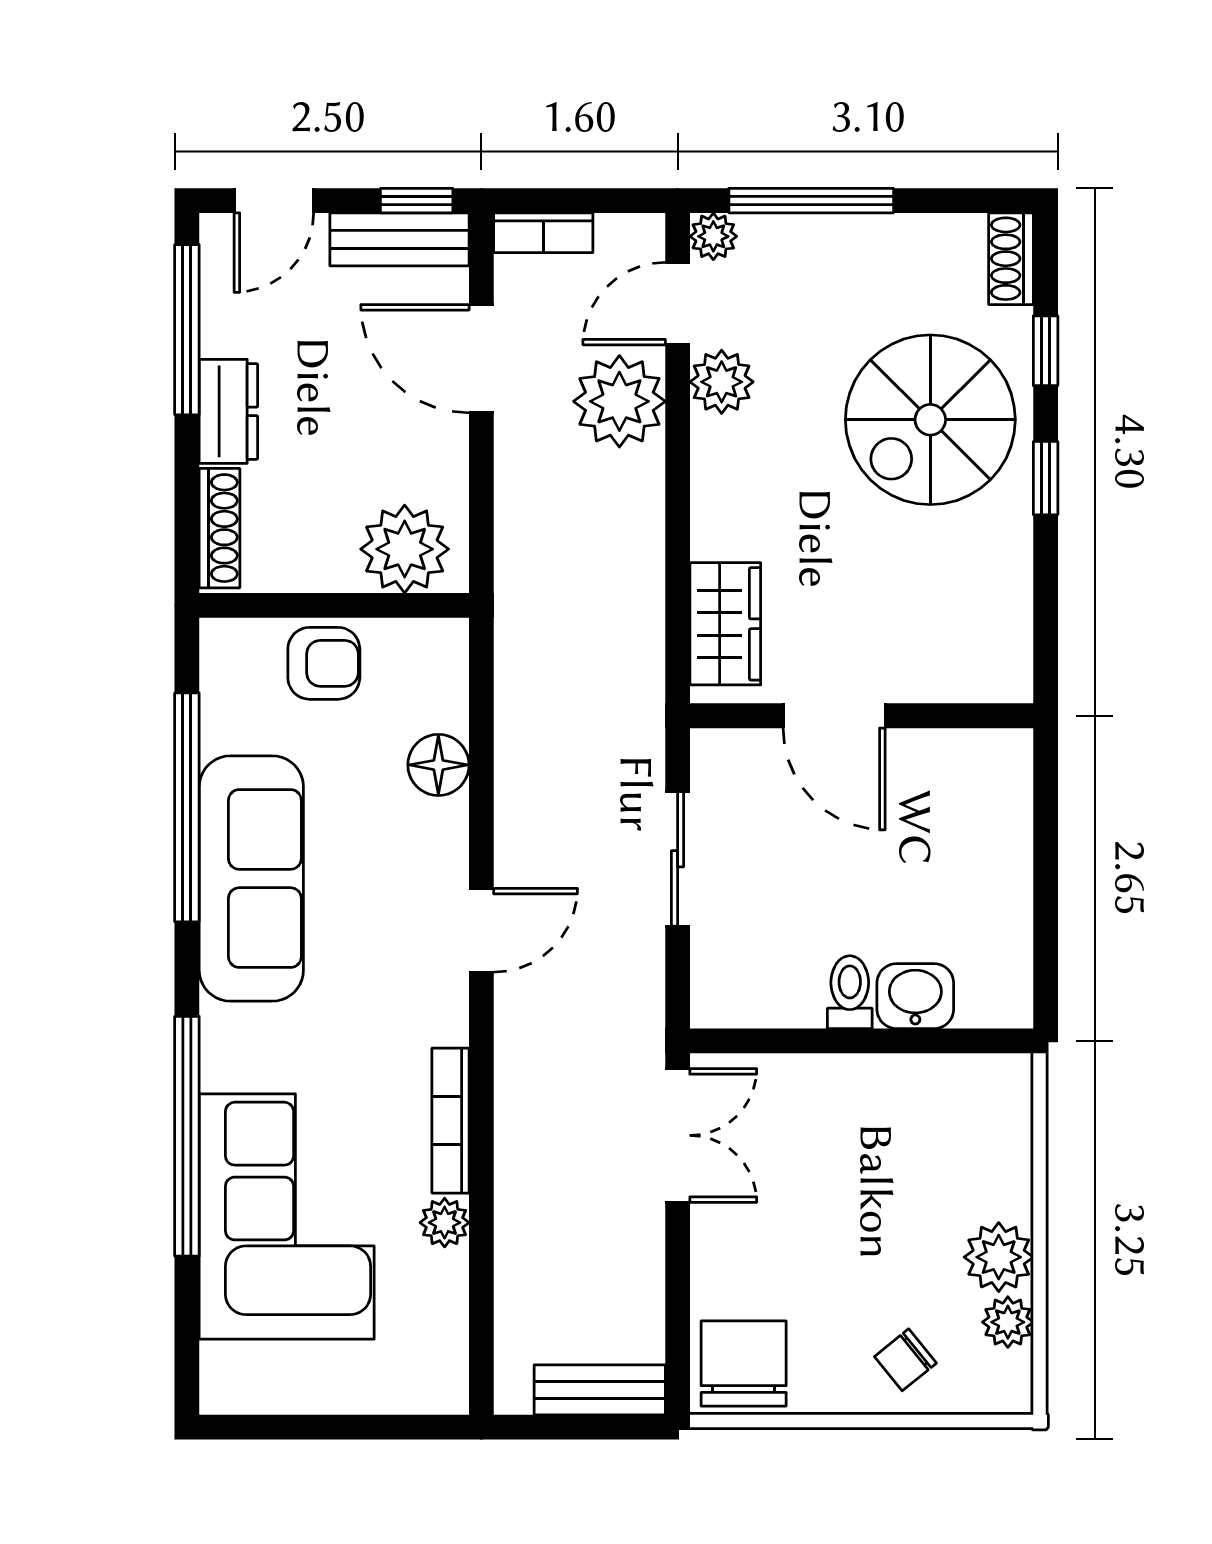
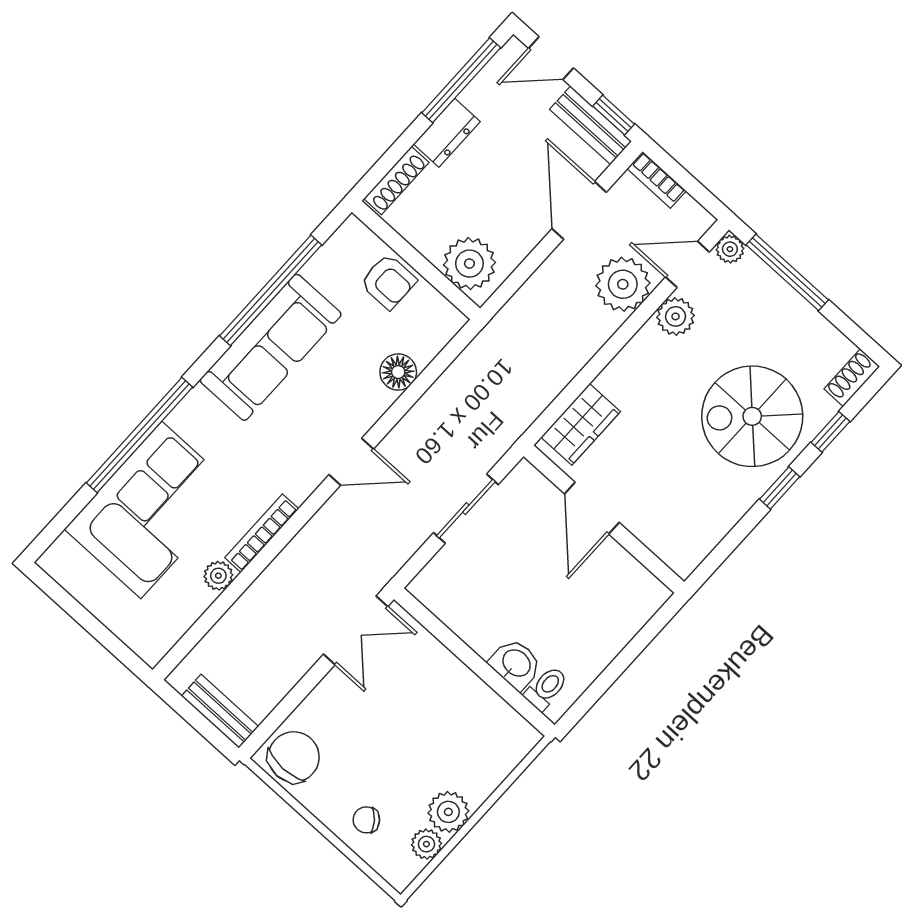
toilet: (850, 992) -> (546, 688), moved

